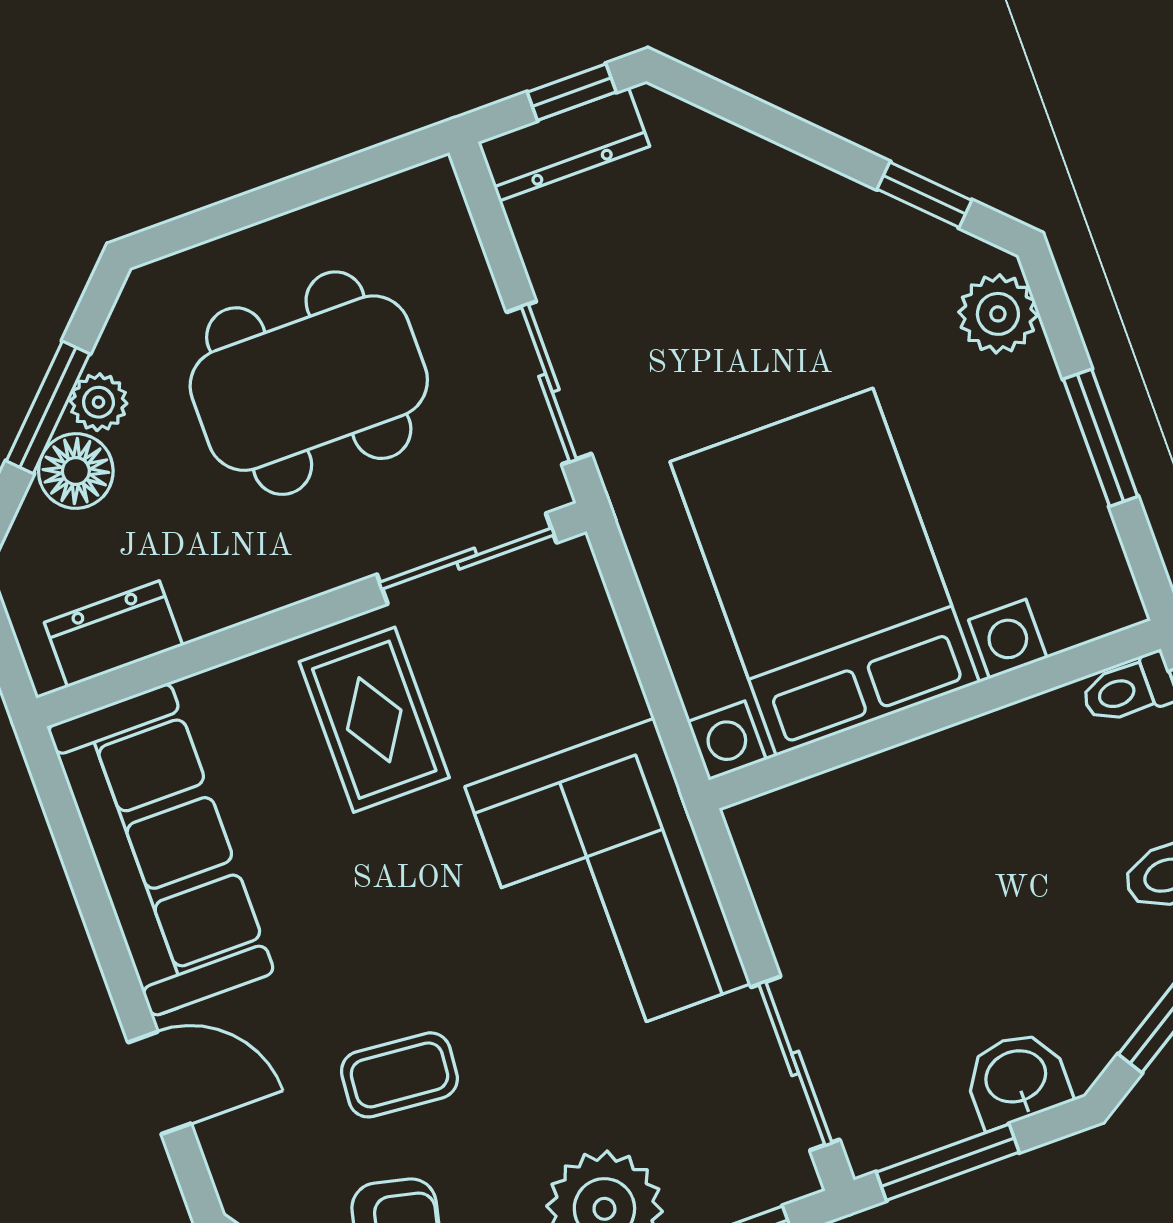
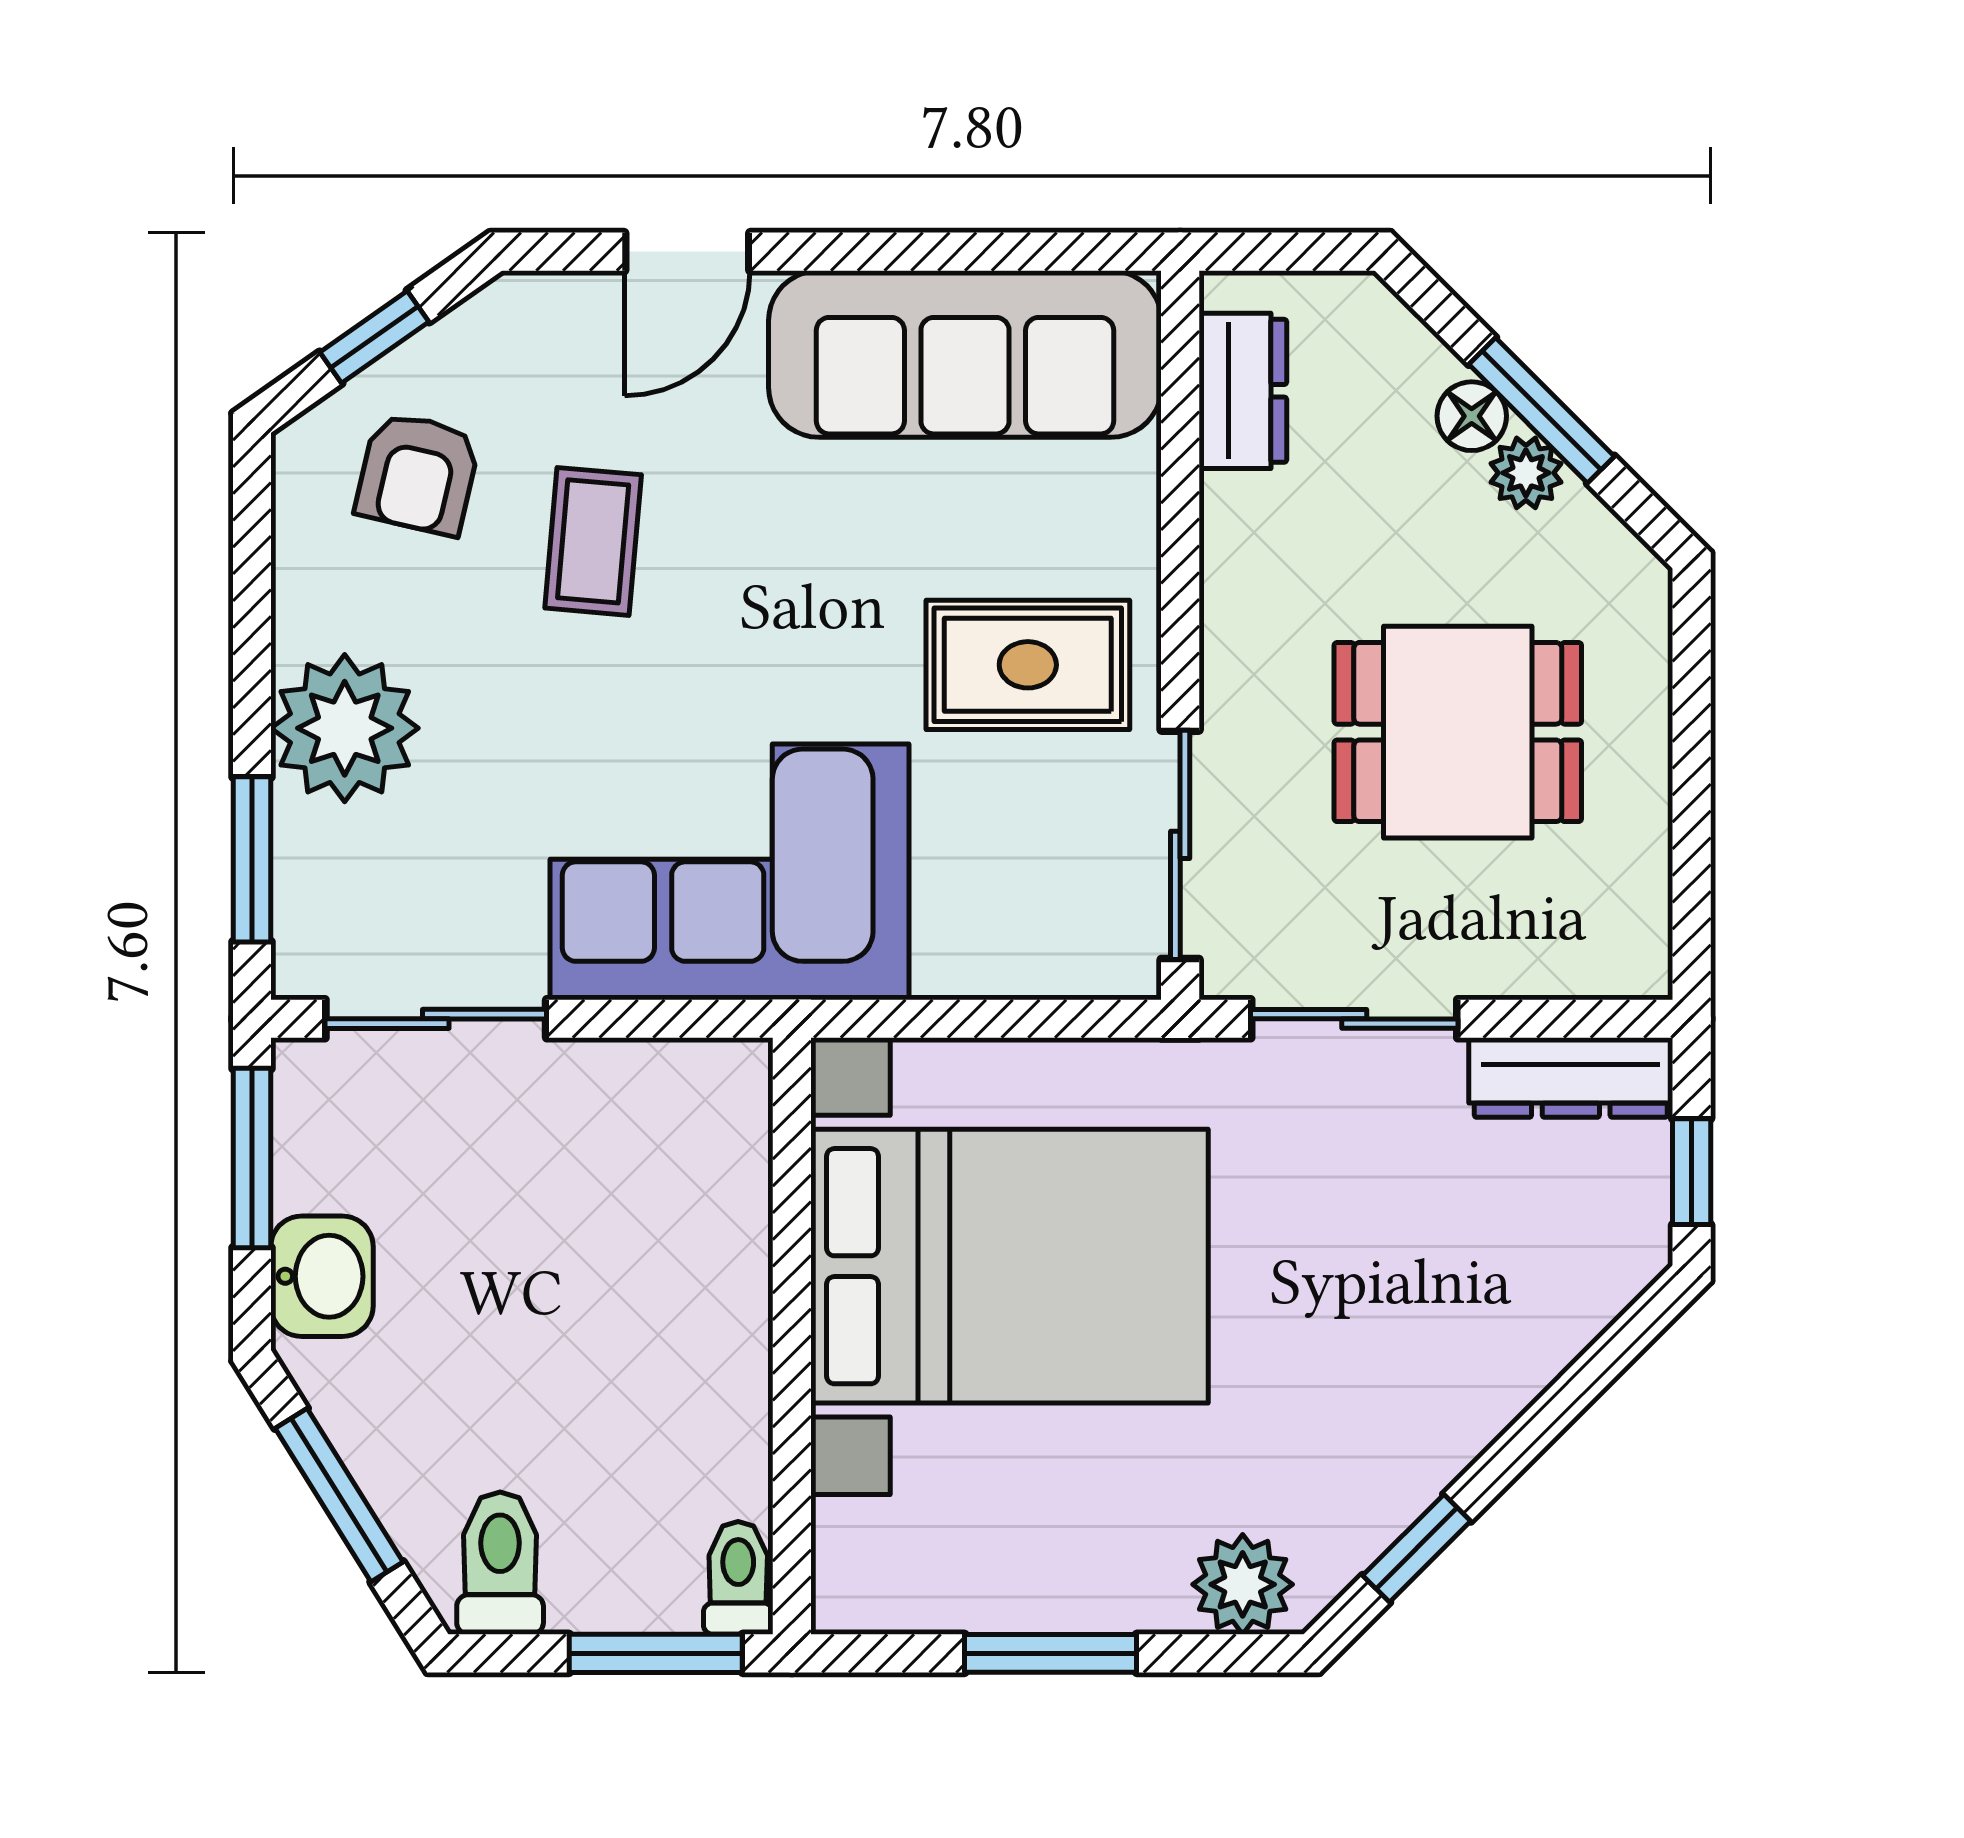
dresser: (564, 144) -> (1571, 1078), moved, turned -90
dining table: (309, 383) -> (1458, 732), width x0.73
floor lamp: (76, 471) -> (1472, 416), width x0.73, depth x0.73

